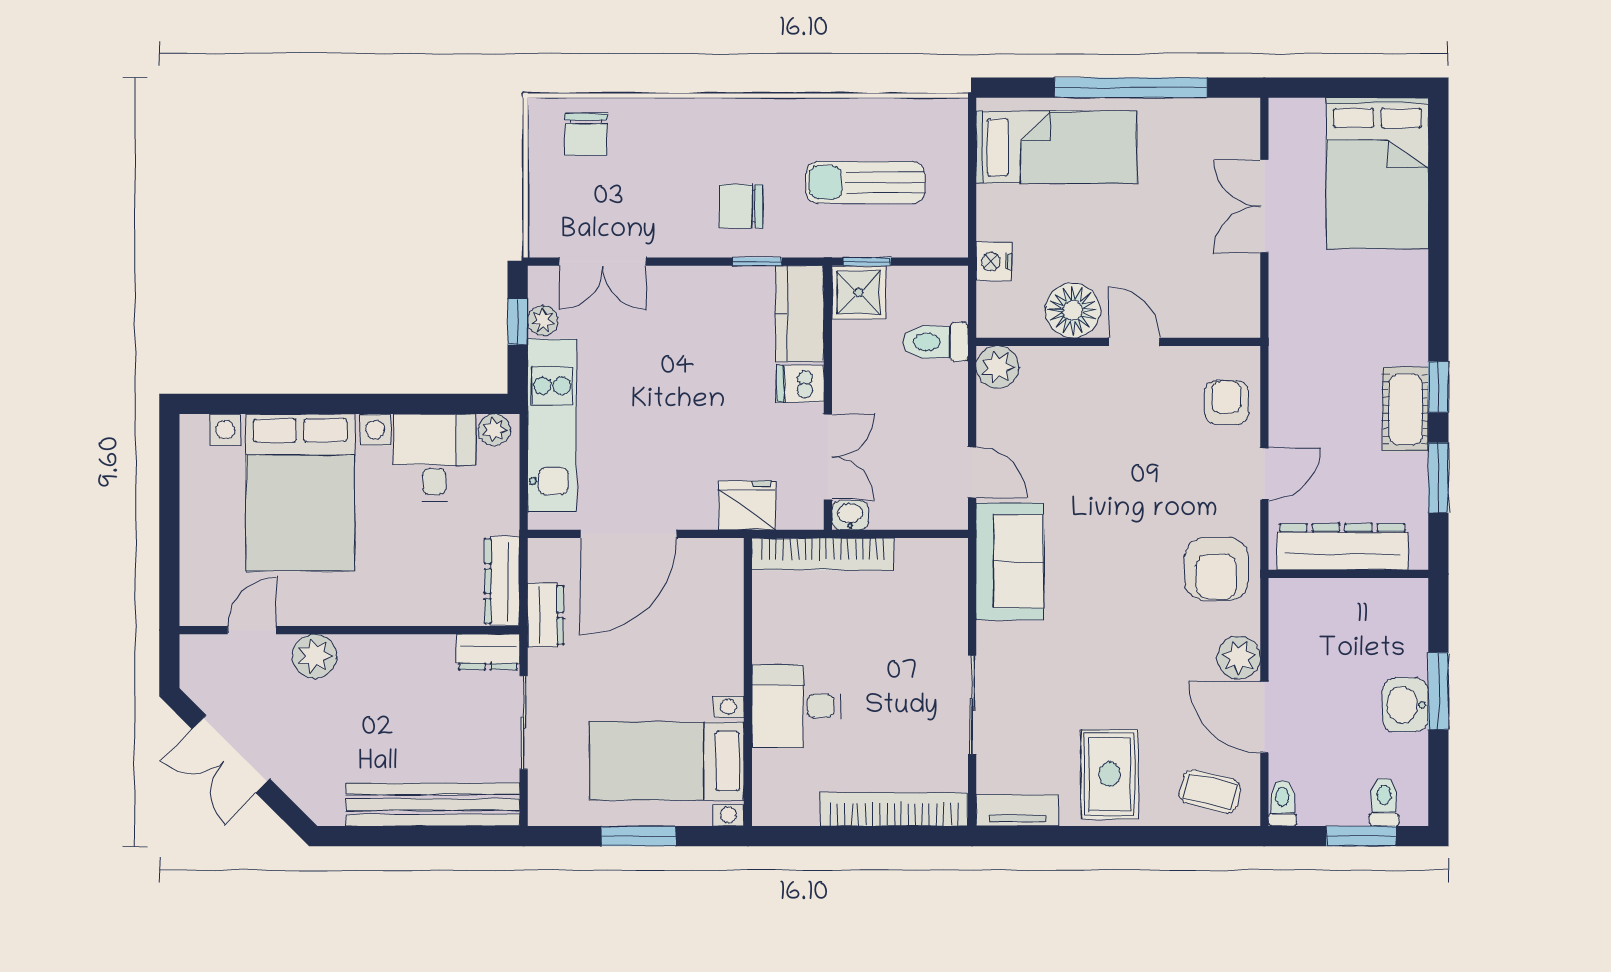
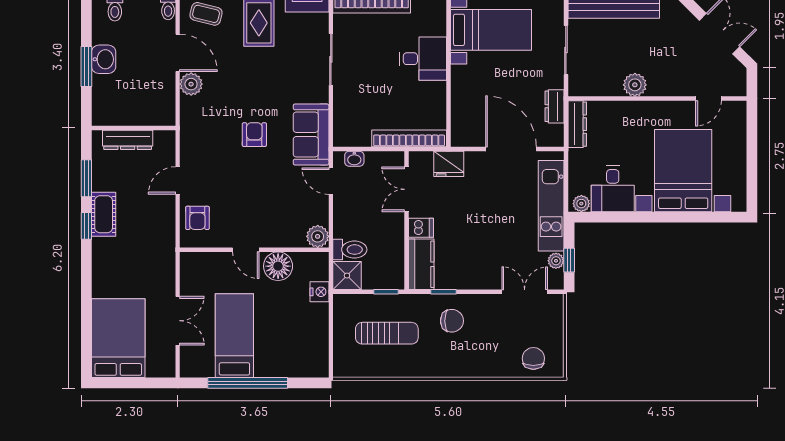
bed: (1056, 147) -> (234, 336), moved, turned 90
shower: (859, 292) -> (347, 276), moved
washbasin: (850, 515) -> (354, 159), moved
door: (628, 534) -> (511, 149), hinge flipped
dresser: (1342, 547) -> (128, 140), width x0.73, depth x0.80
armchair: (1216, 569) -> (254, 135), moved, width x0.72, depth x0.72
dresser: (488, 652) -> (585, 87), removed
plant: (315, 656) -> (635, 85), moved

